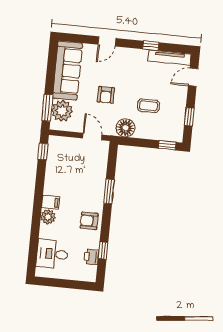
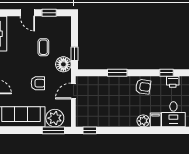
door: (193, 77) -> (27, 13), moved
window: (167, 145) -> (74, 54), moved
filing cabinet: (51, 202) -> (156, 120), moved
armchair: (89, 221) -> (143, 87), turned -82

